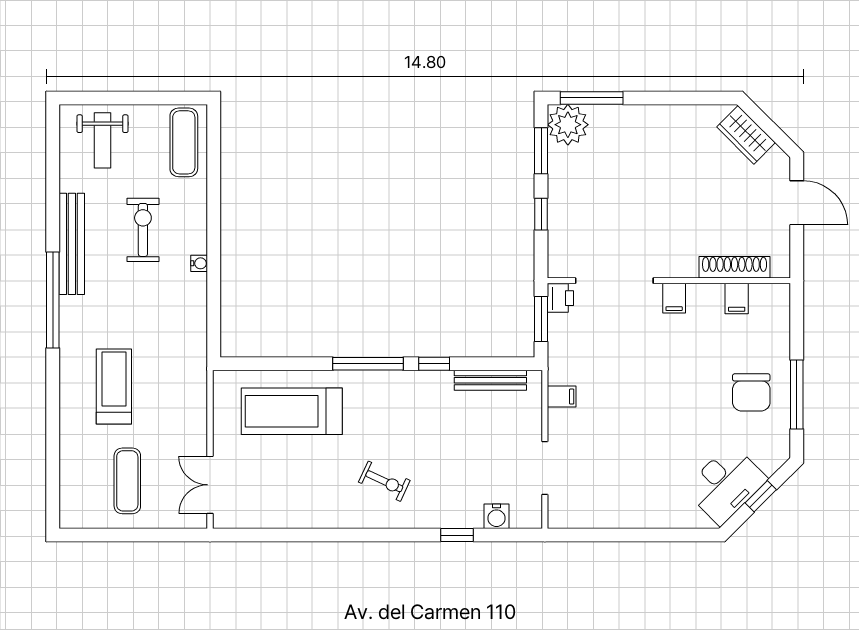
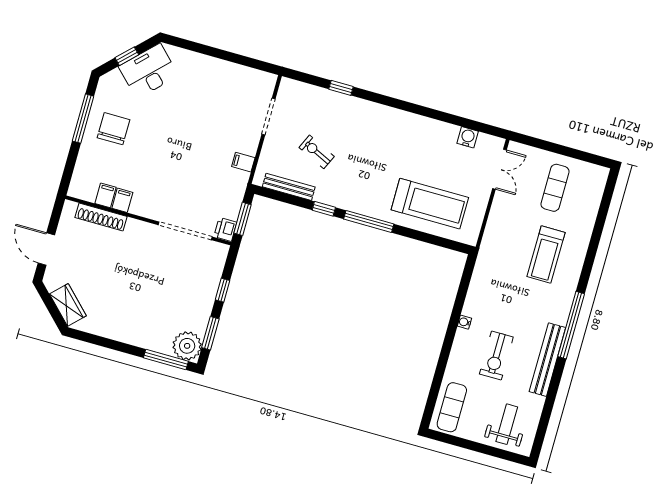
filing cabinet: (674, 298) -> (122, 200), moved
exercise bike: (384, 481) -> (317, 152), moved
water cooler: (496, 516) -> (468, 137), moved

